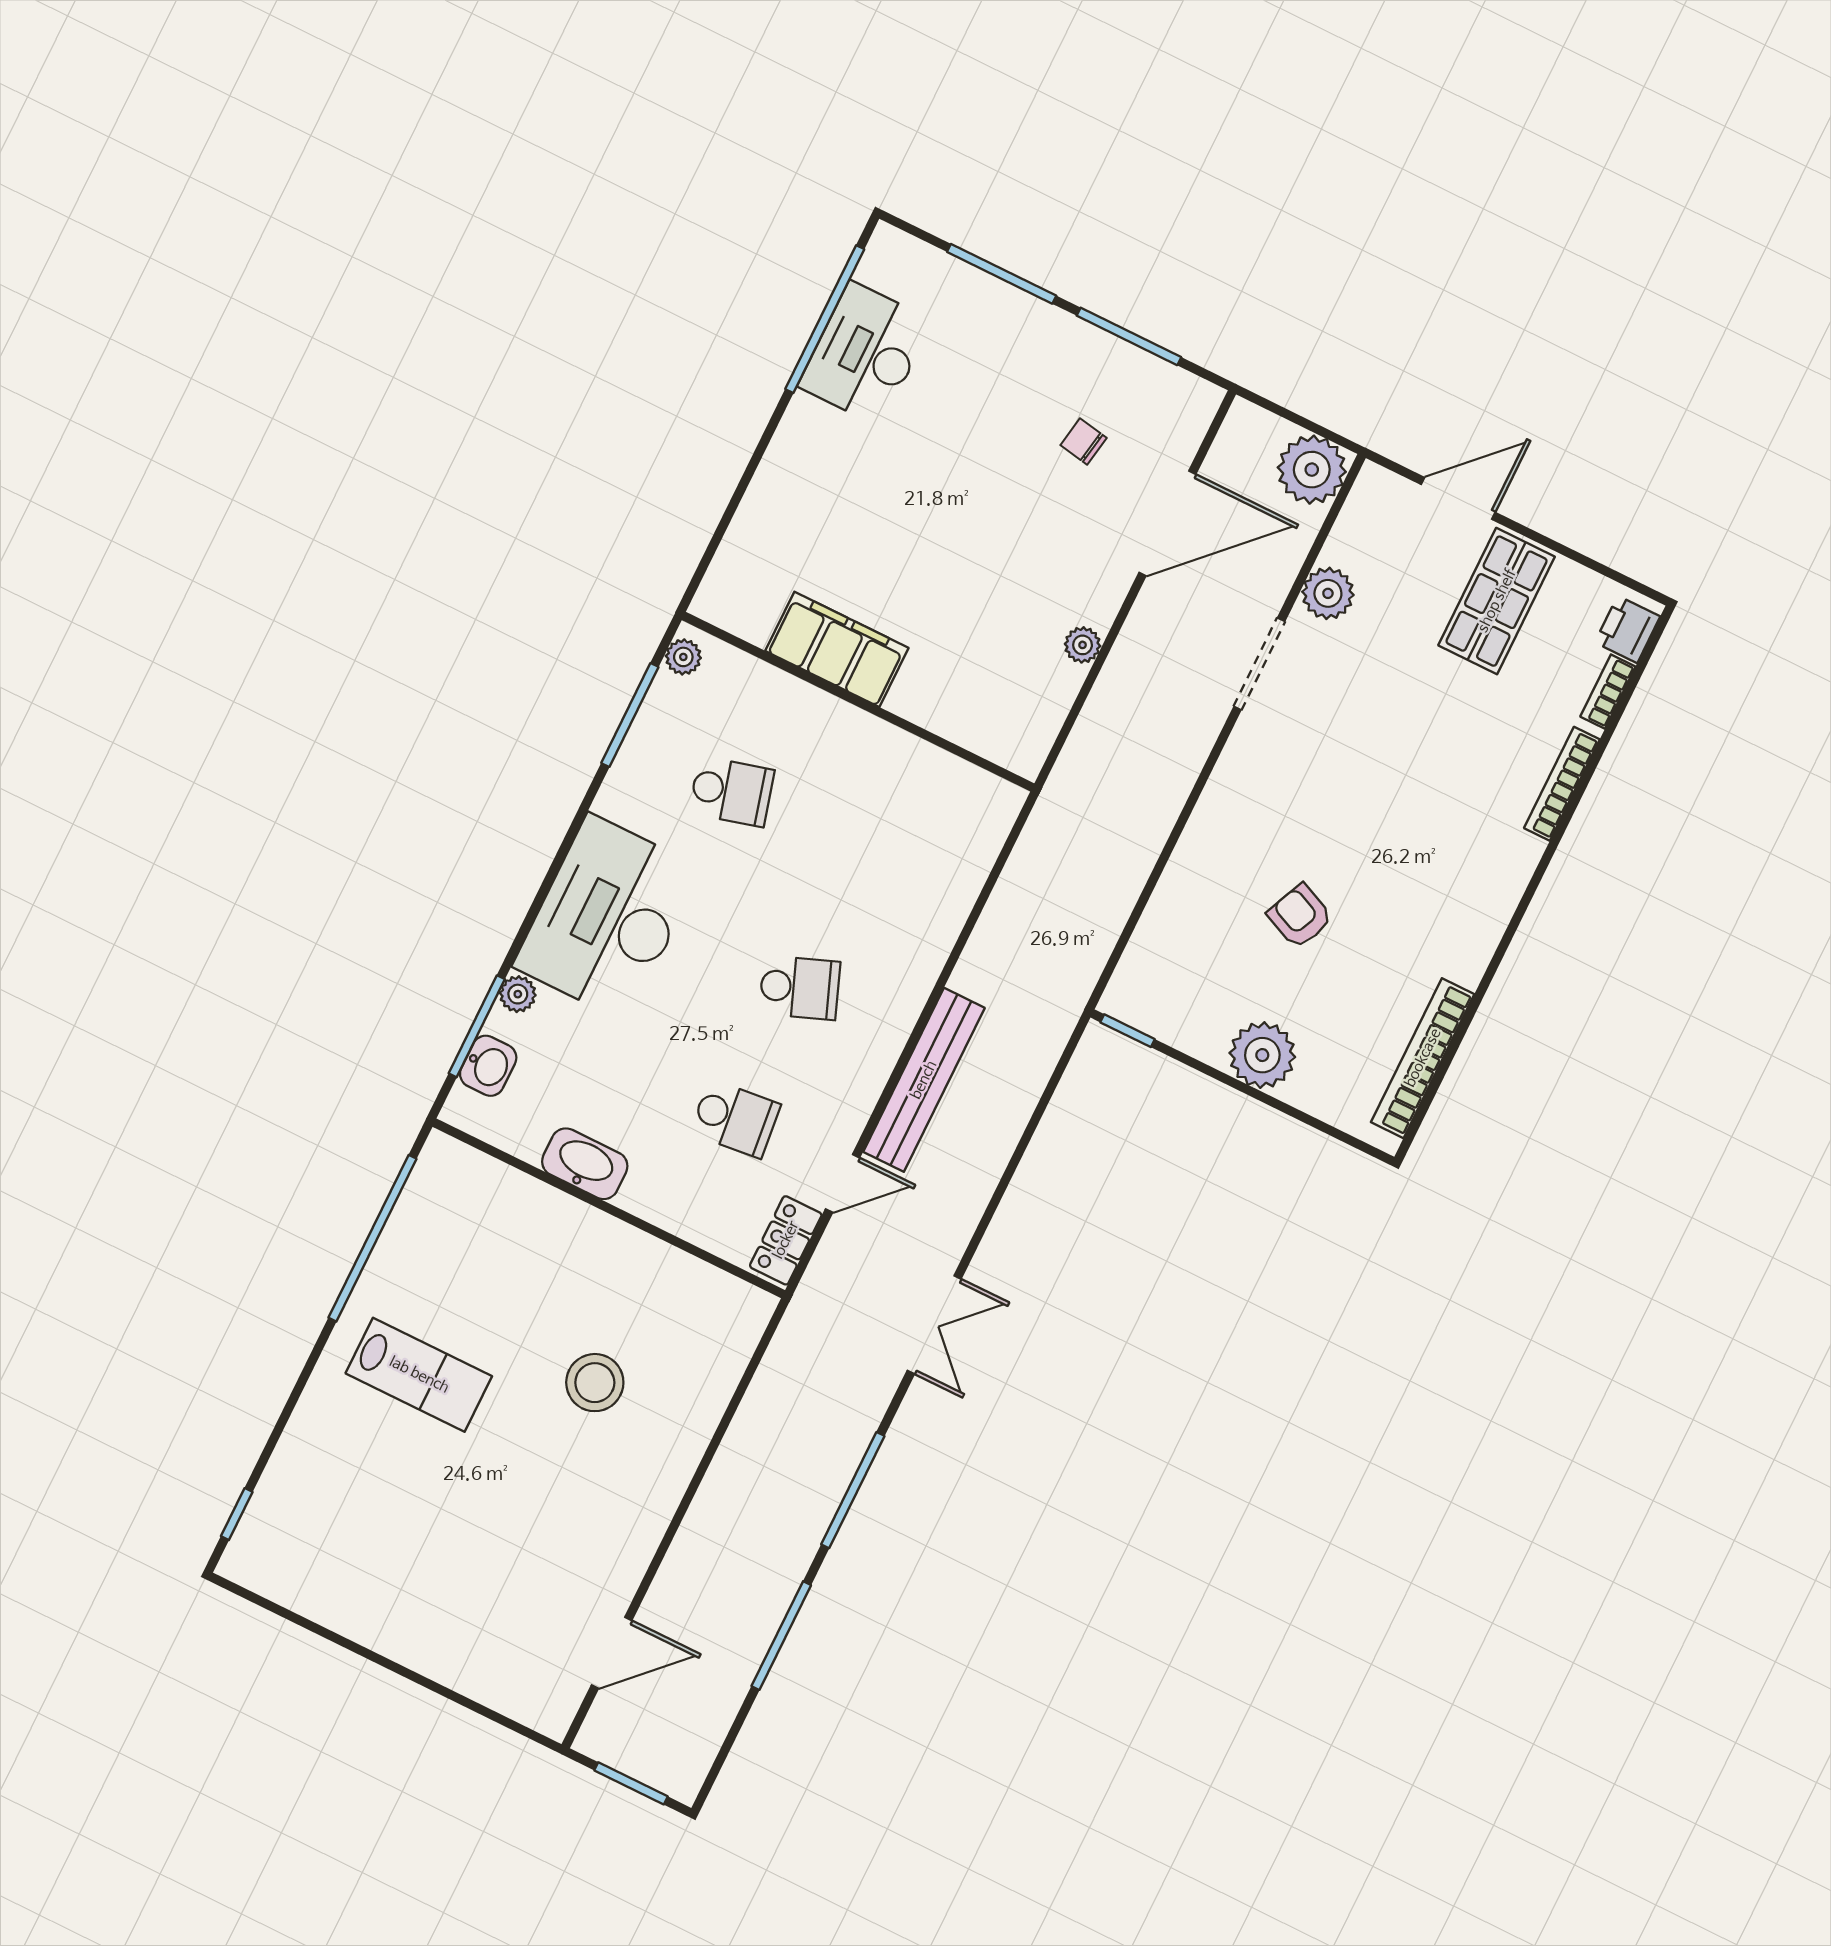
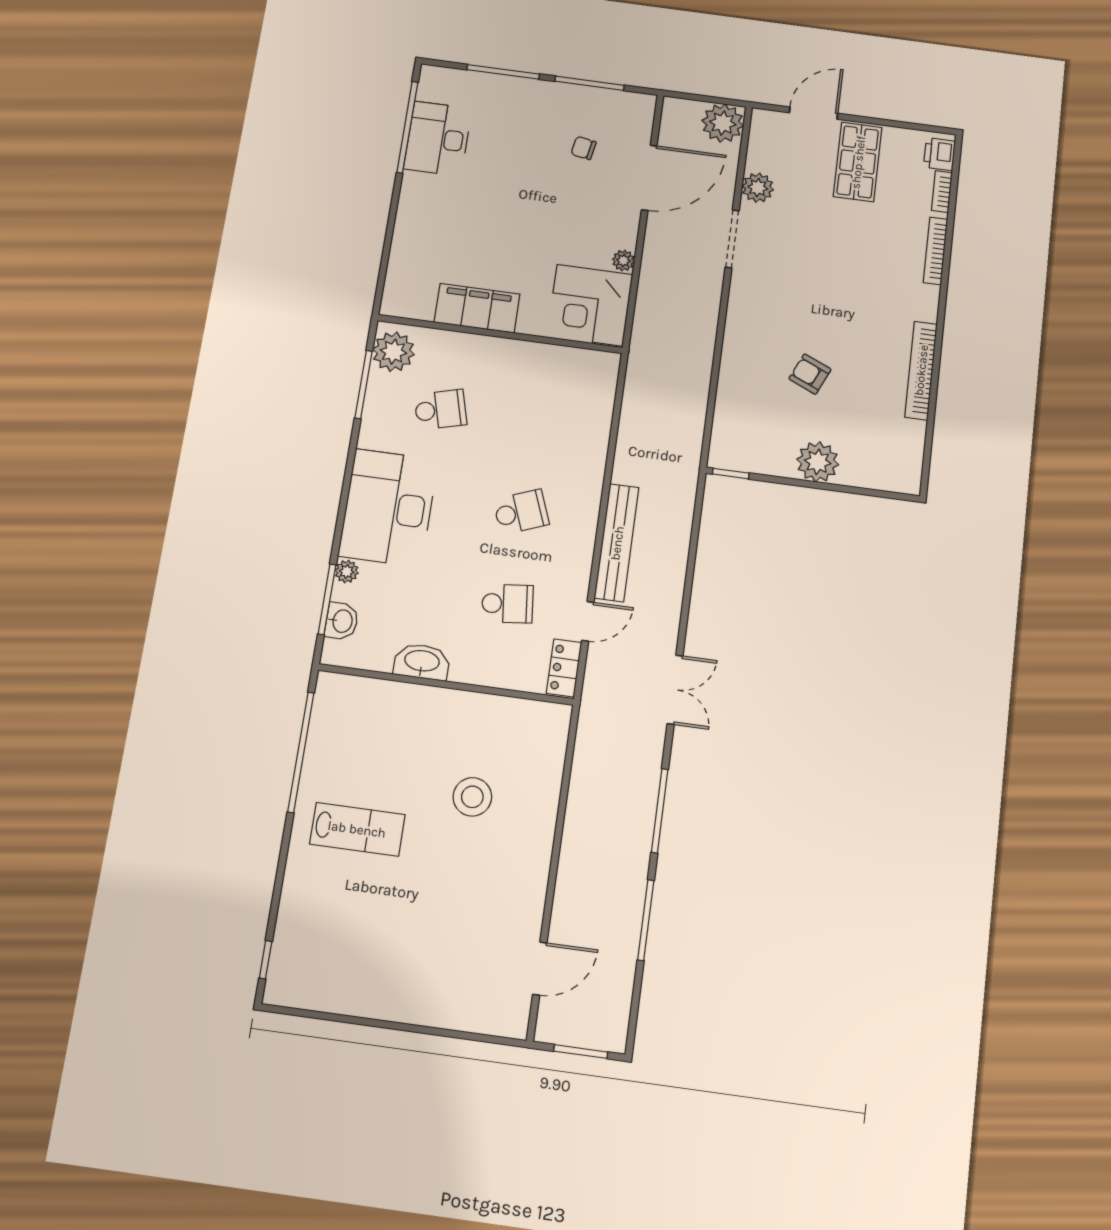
plant: (683, 657) -> (393, 352), width x1.88, depth x1.88
corner desk: (1008, 700) -> (590, 305), added
bookcase: (1423, 1058) -> (921, 370), moved

